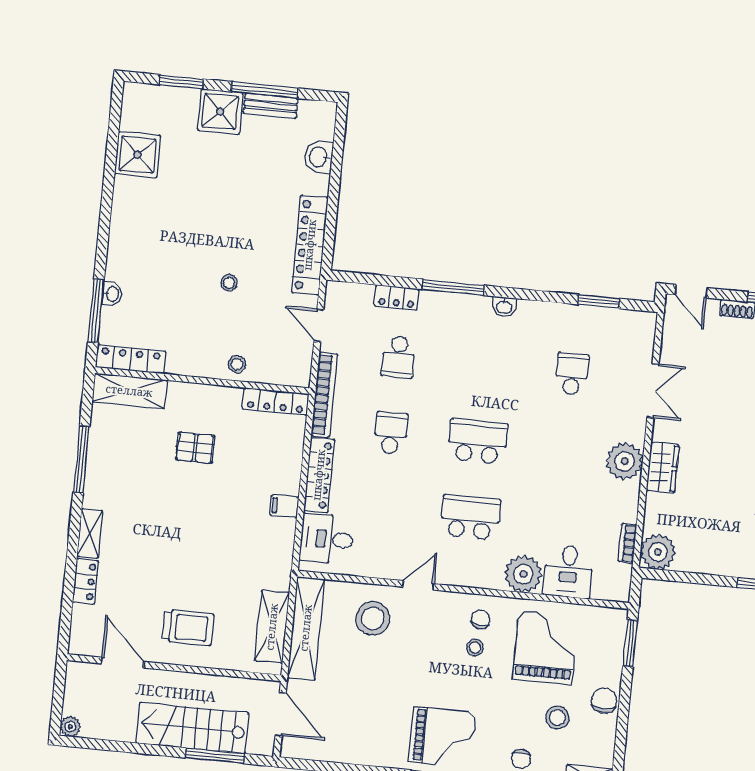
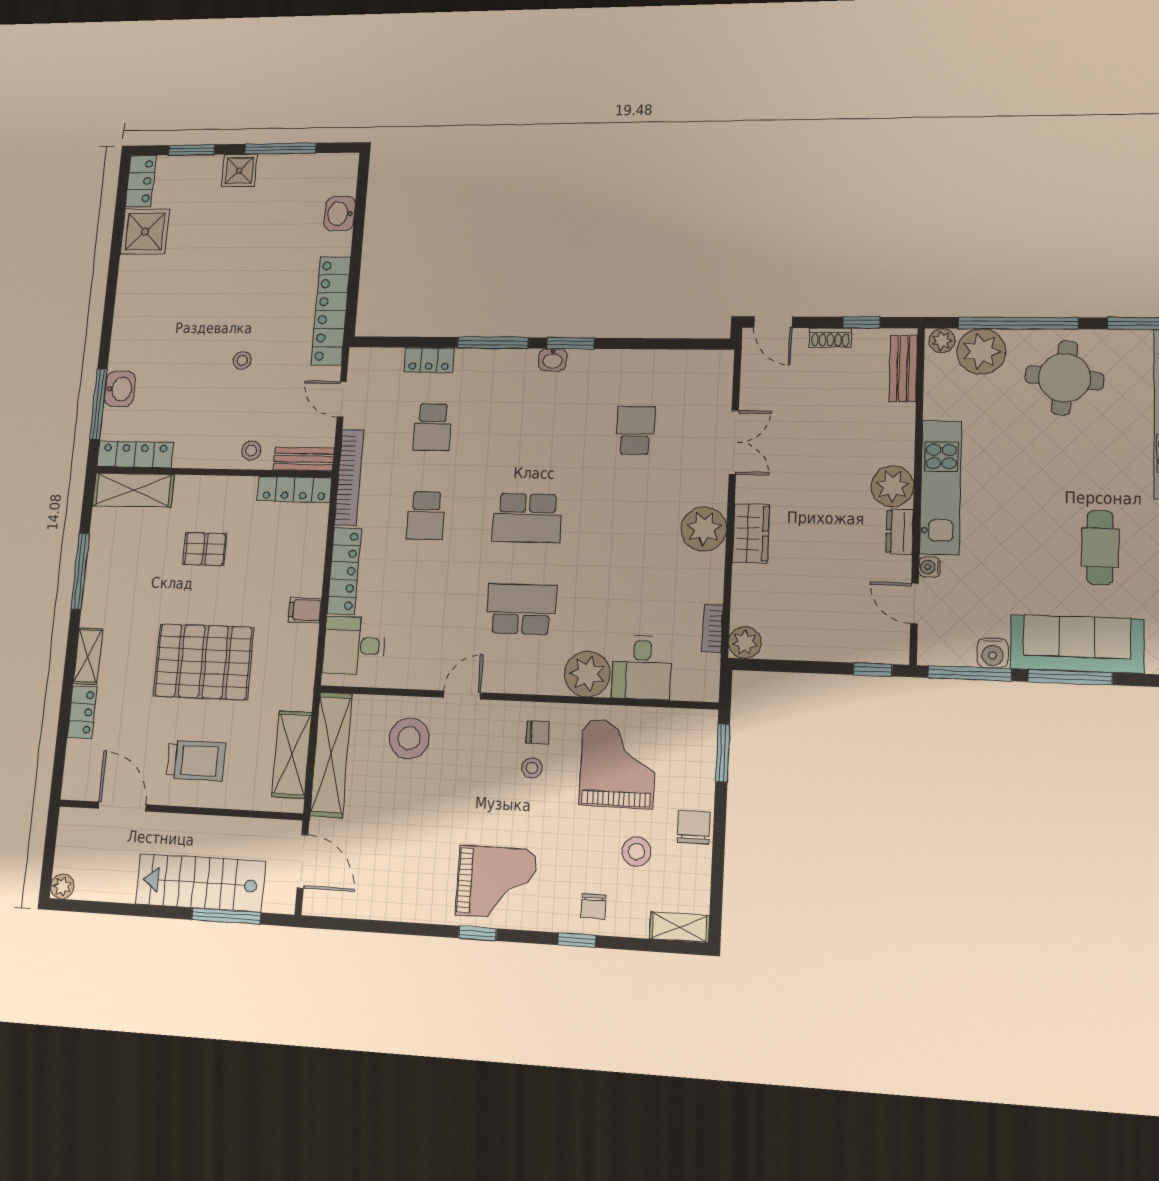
locker: (133, 106) -> (141, 181), added
bench: (271, 106) -> (304, 459), moved
shower: (220, 112) -> (239, 171), width x0.73, depth x0.73
washbasin: (112, 294) -> (120, 389), width x1.38, depth x1.45
window: (599, 302) -> (570, 343), moved
school desk: (391, 433) -> (426, 516), turned 180
school desk: (478, 441) -> (527, 518), turned 180
pallet: (194, 545) -> (203, 662), added
plant: (658, 552) -> (745, 642), width x0.73, depth x0.73
chair: (481, 619) -> (538, 733), turned 85

